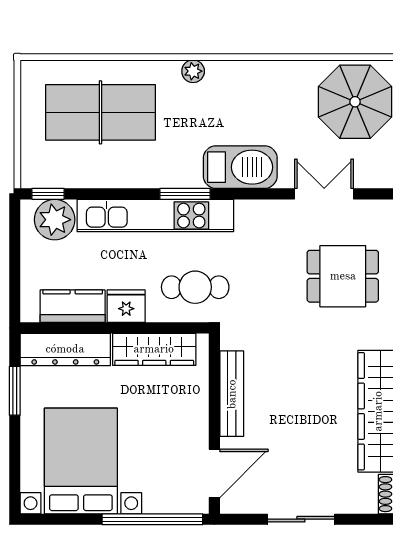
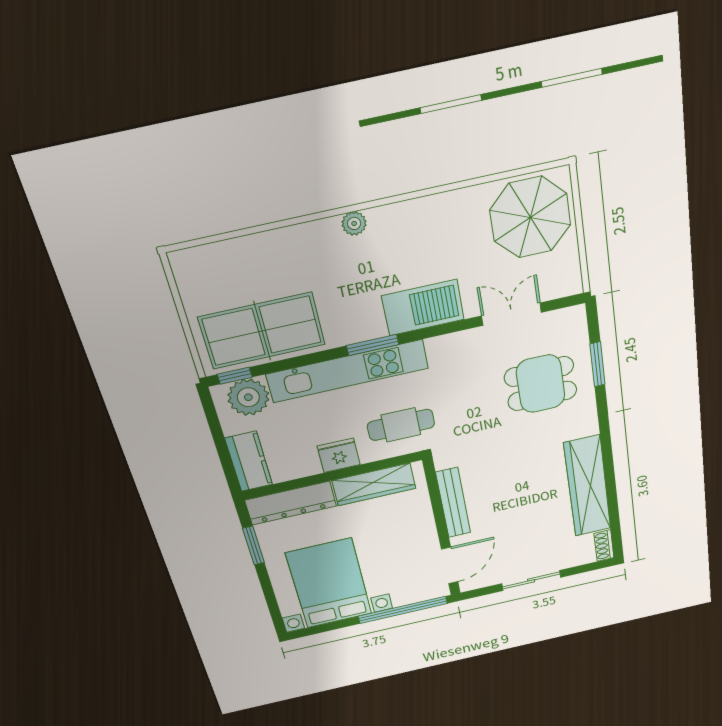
table tennis table: (100, 112) -> (262, 331), moved
kitchen counter: (73, 306) -> (249, 461), moved, turned 90

